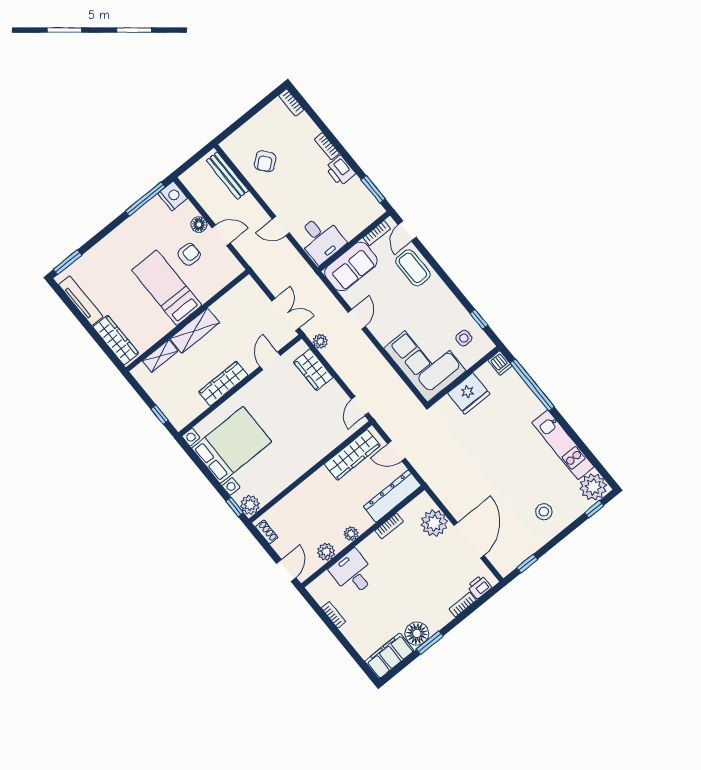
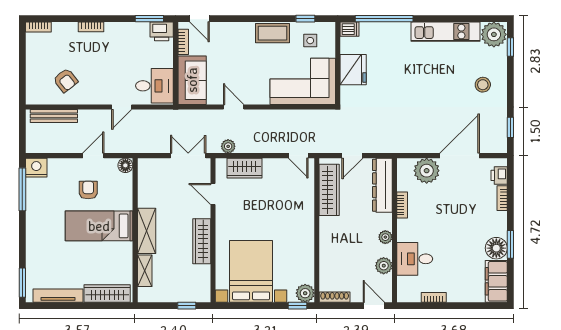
printer: (340, 171) -> (162, 31), moved
floor lamp: (199, 224) -> (125, 165), moved
coffee table: (413, 268) -> (273, 33), moved
shoe rack: (267, 532) -> (335, 297), width x1.43
door: (469, 540) -> (460, 156), hinge flipped

